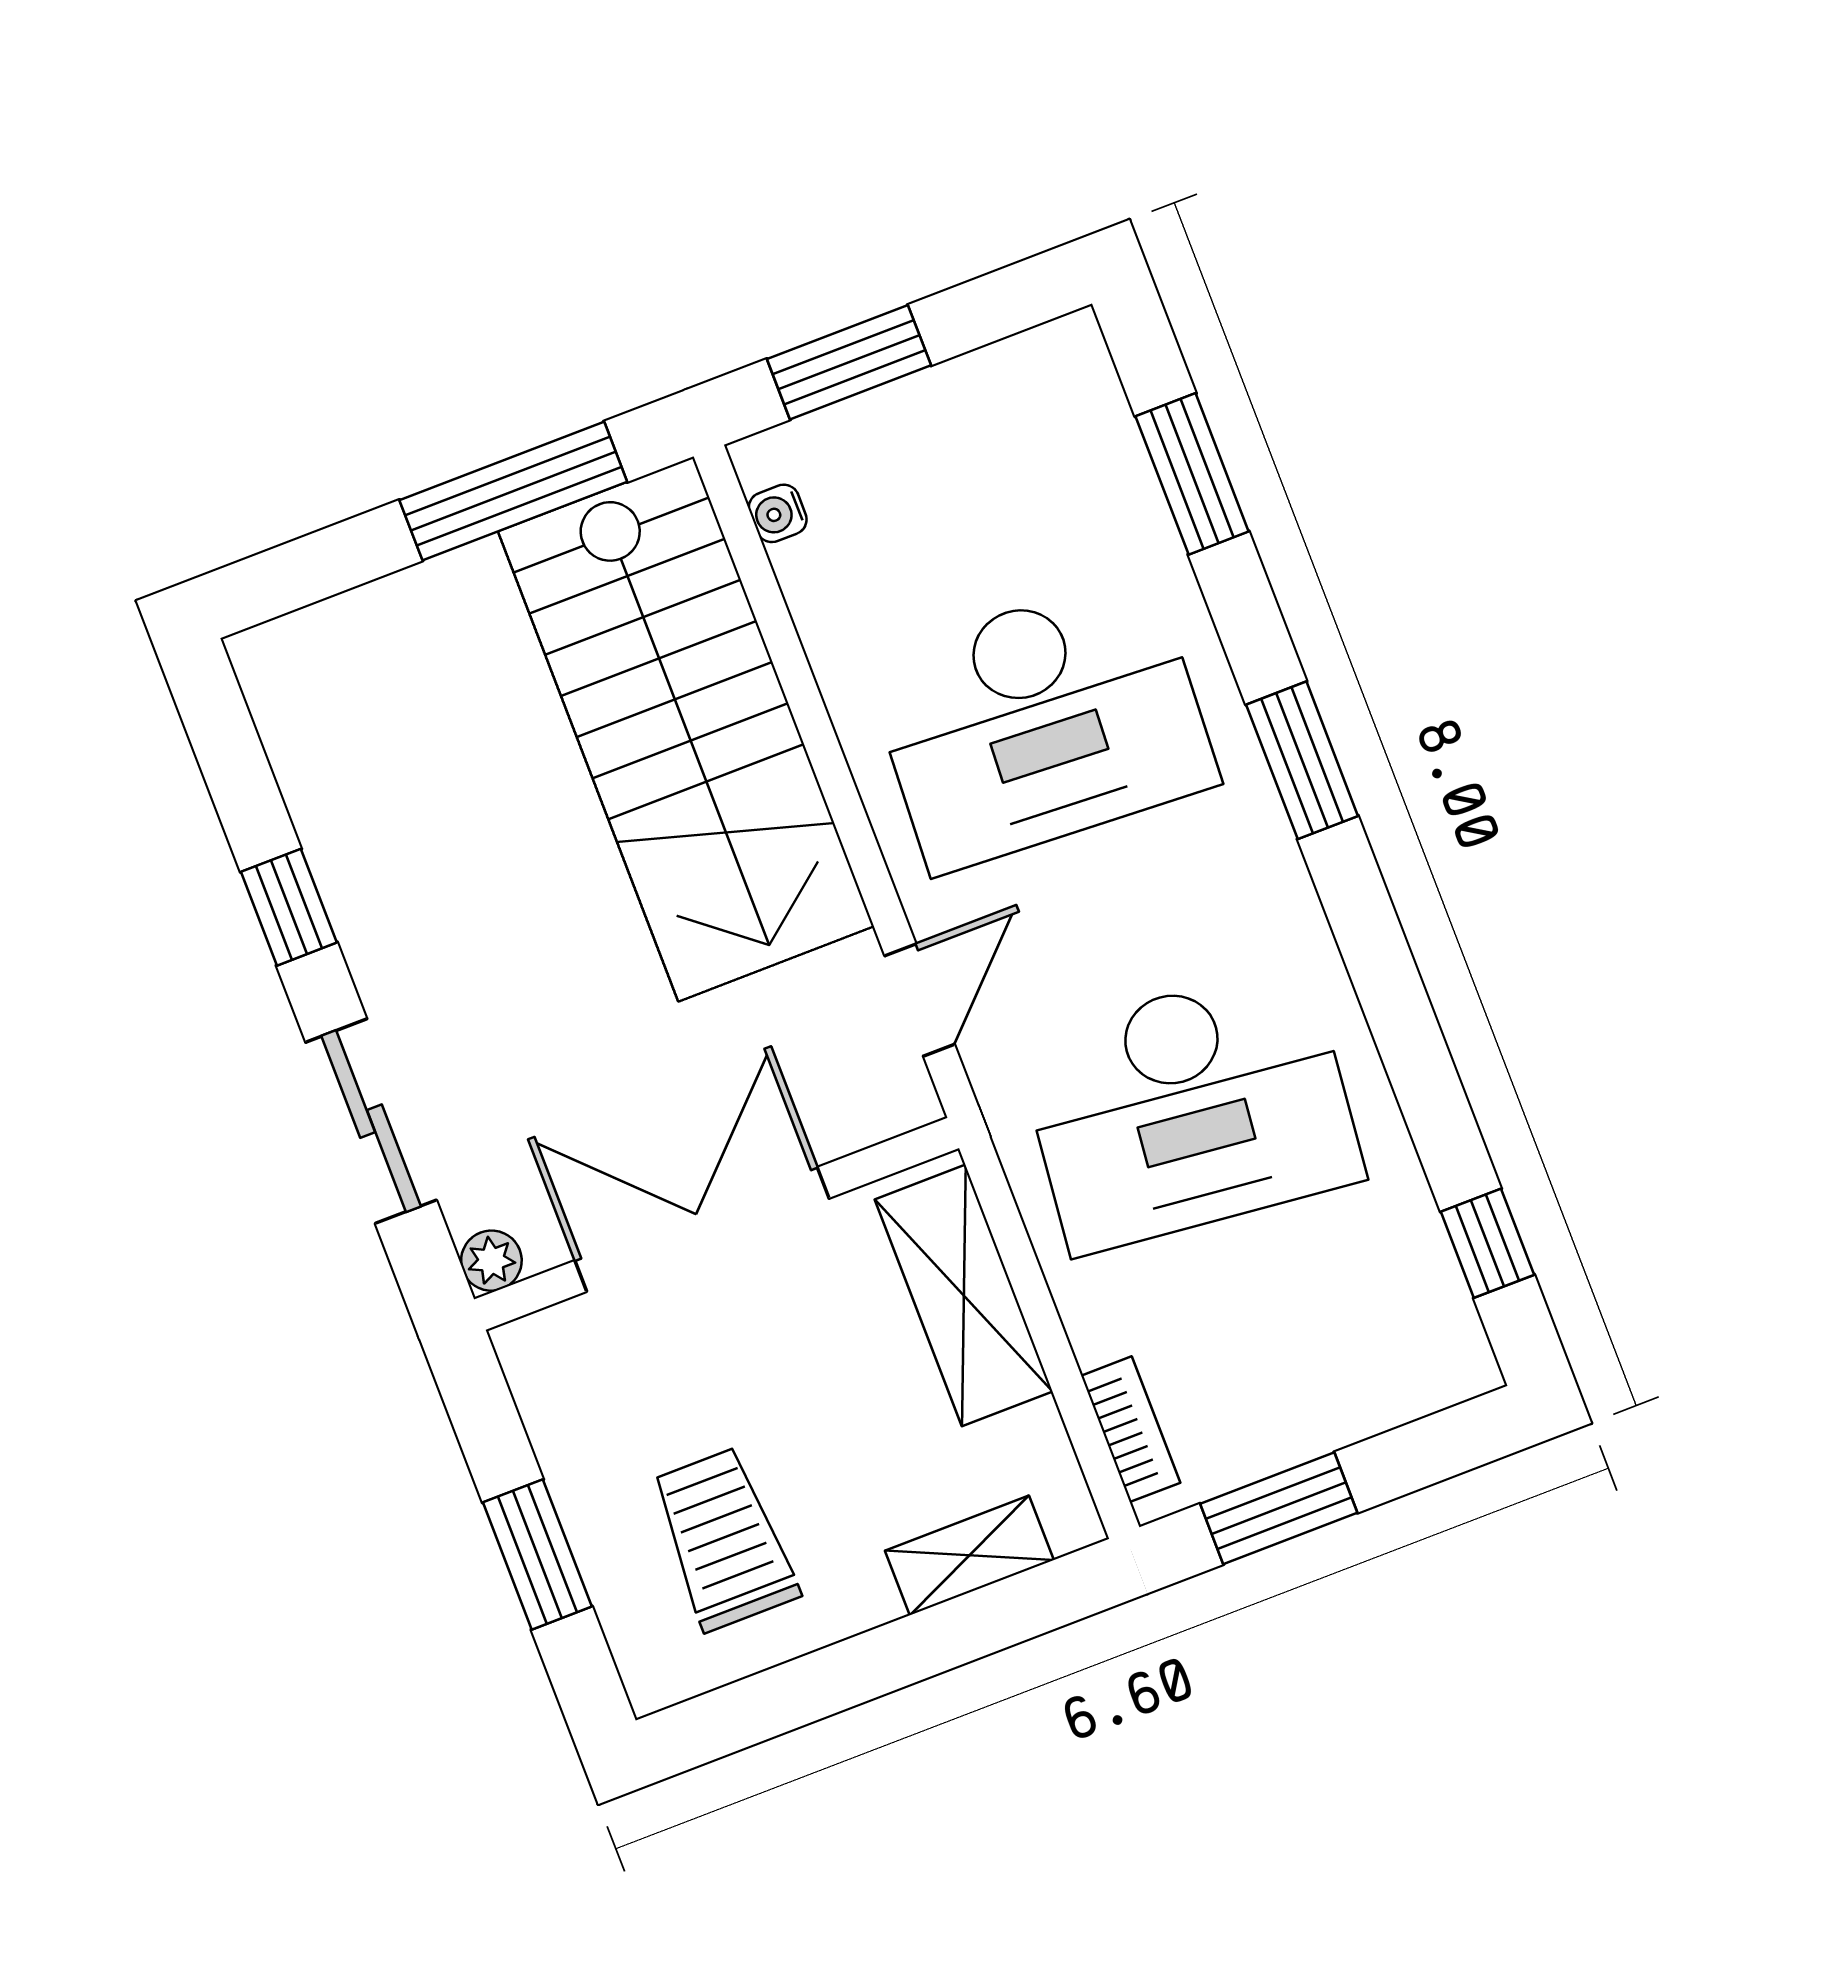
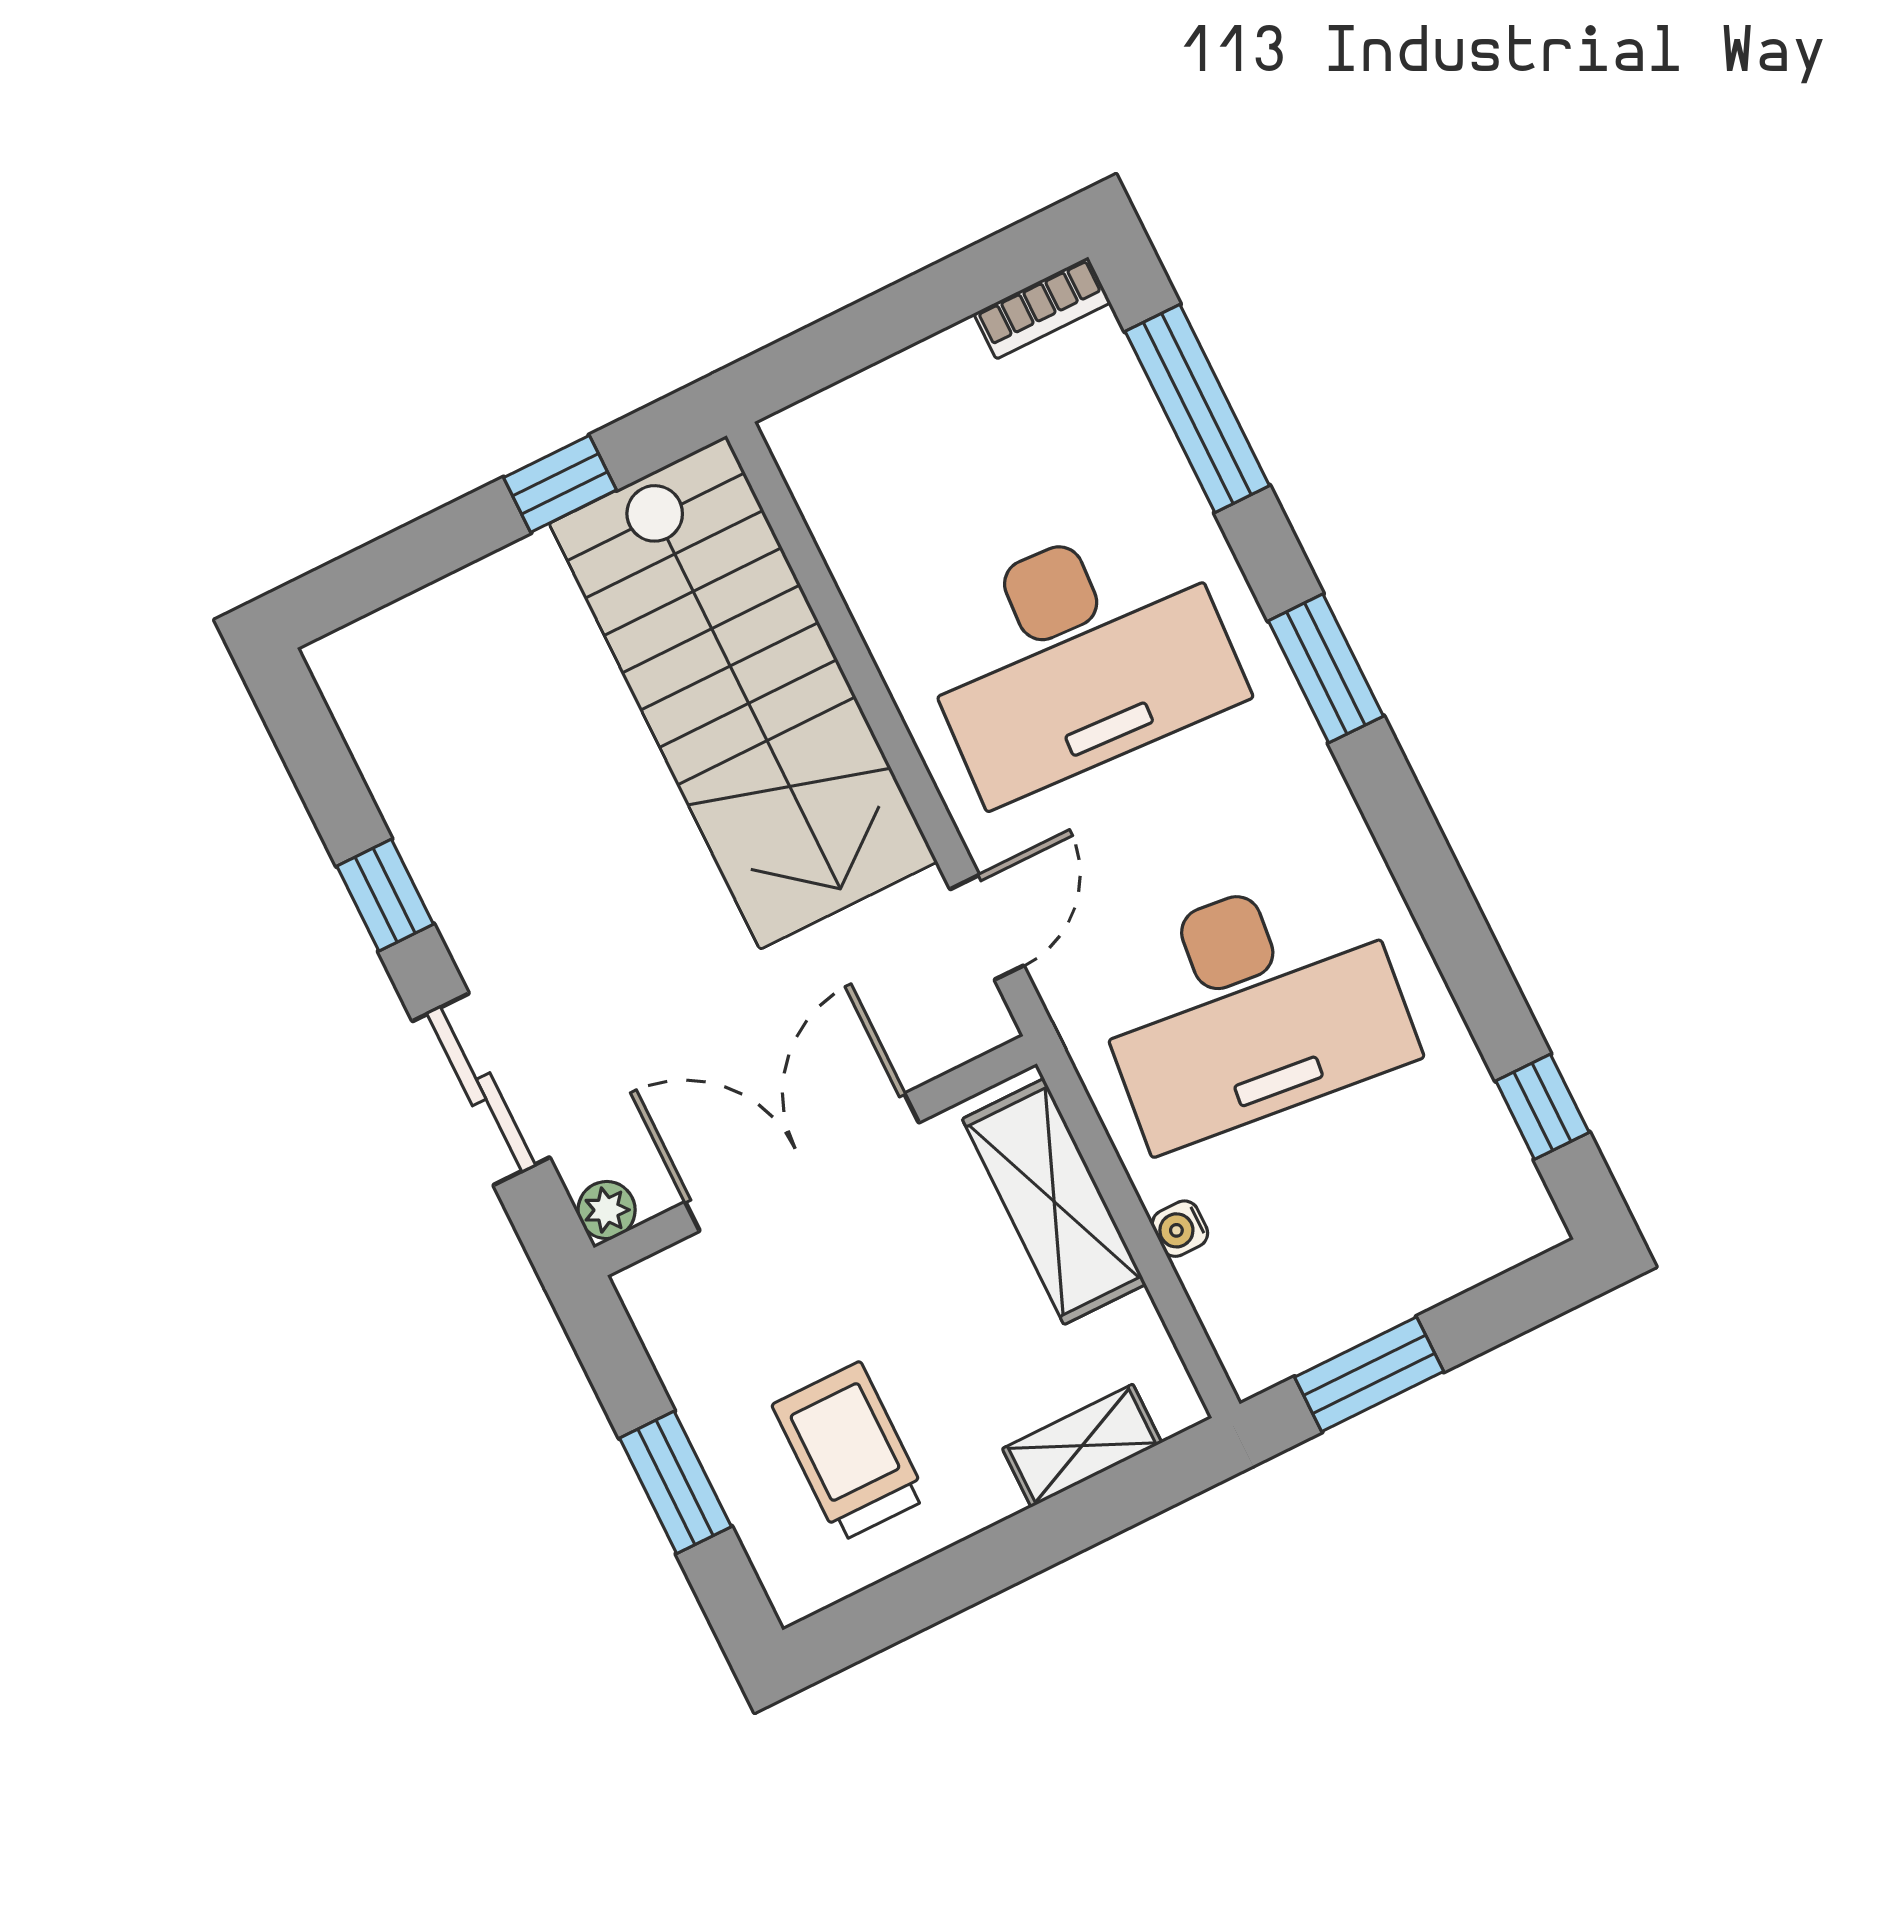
window: (849, 362) -> (865, 333), removed
window: (1192, 474) -> (1197, 408), width x1.44
window: (513, 491) -> (560, 484), width x0.46
water cooler: (778, 513) -> (1180, 1229), moved
bookcase: (1131, 1429) -> (1042, 308), moved, turned 90

